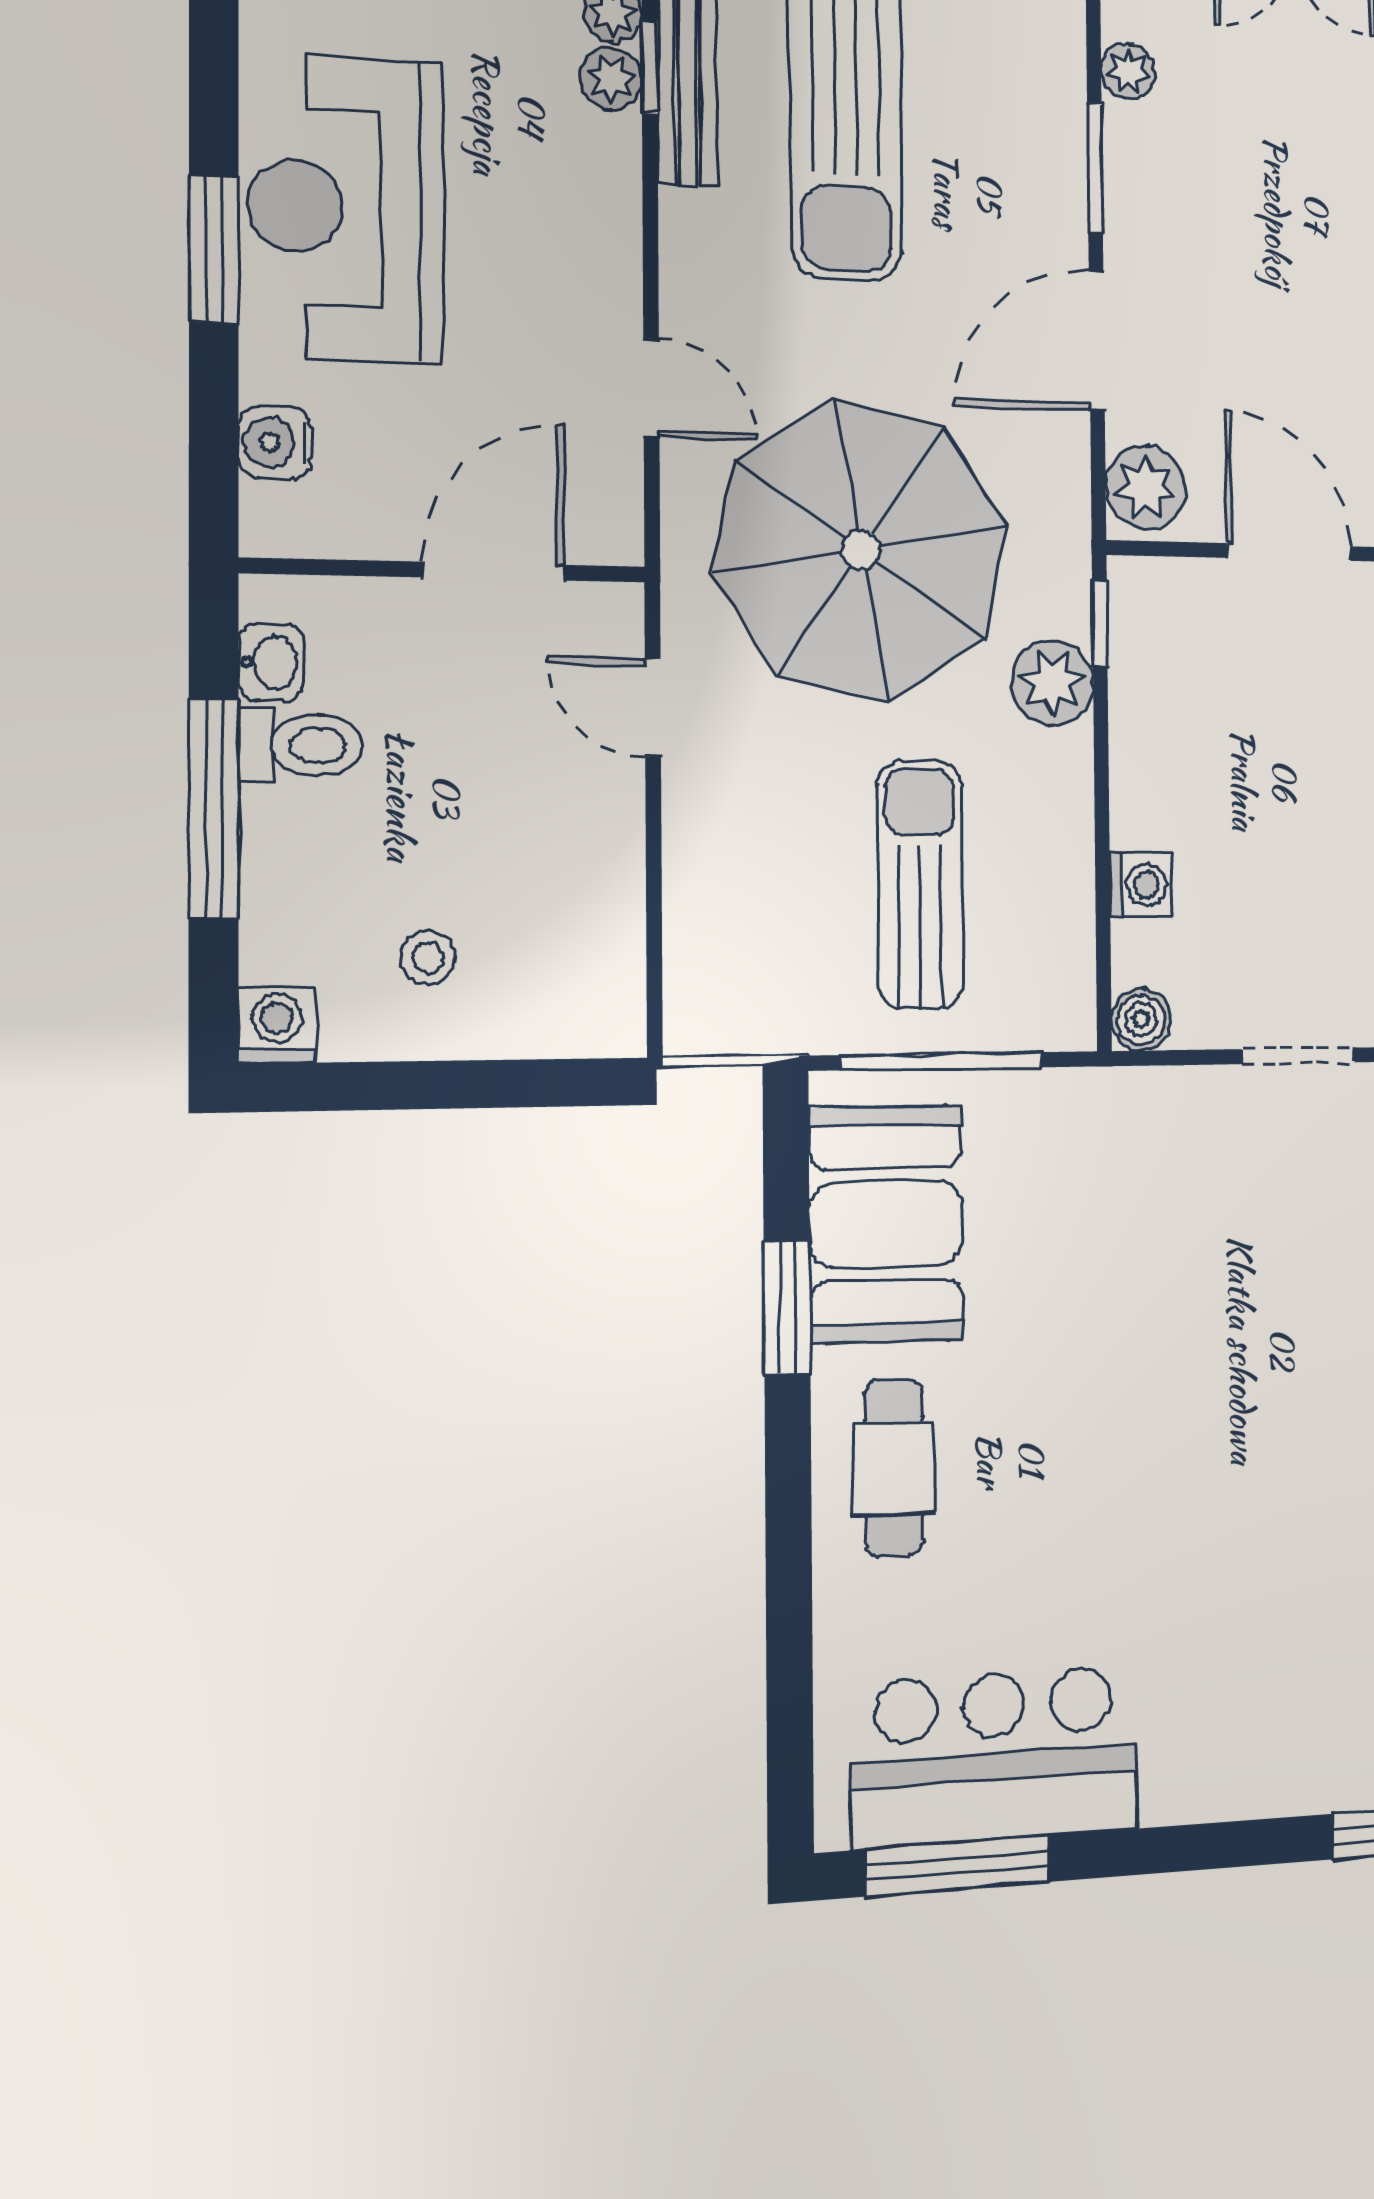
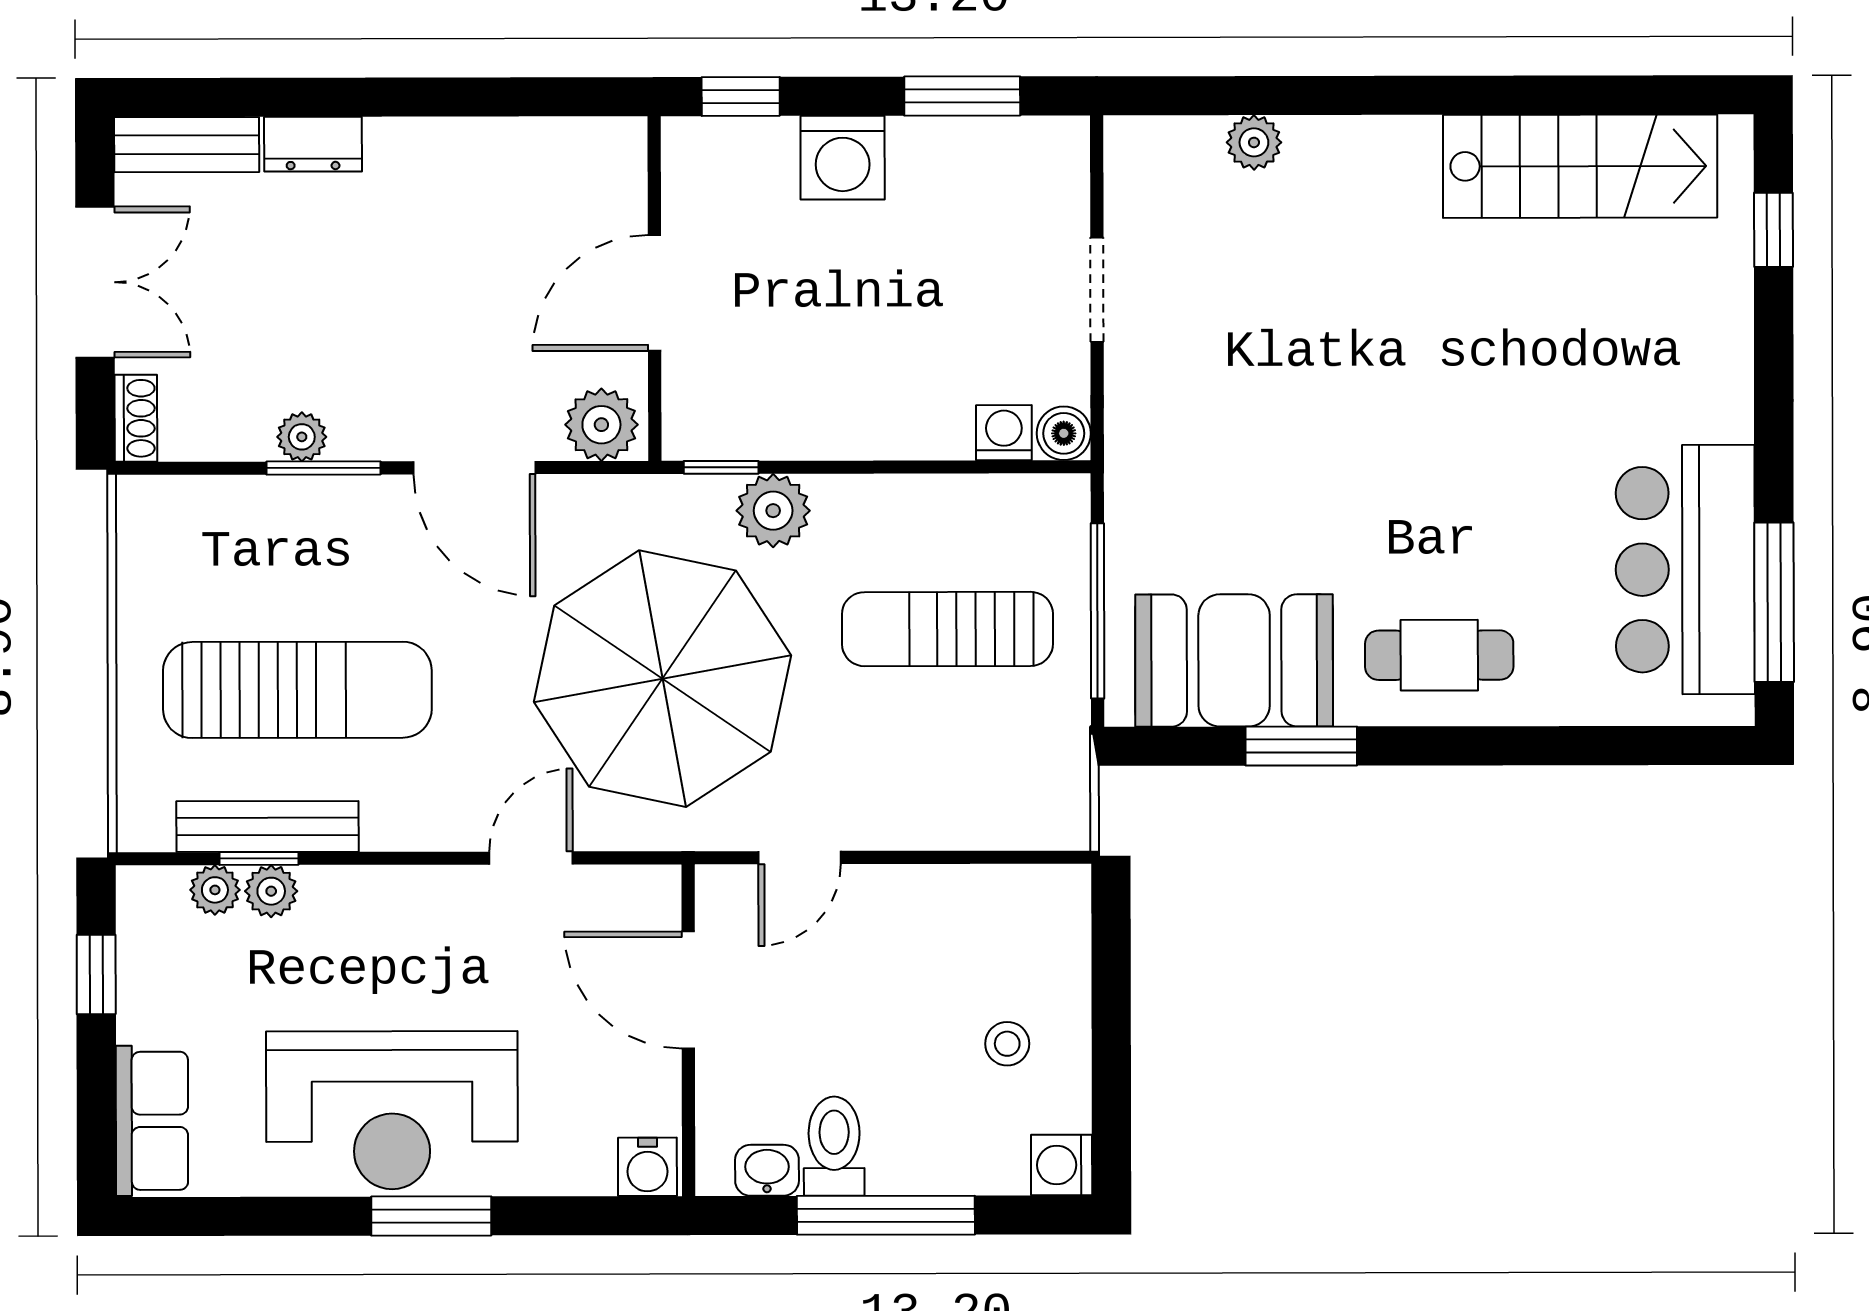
plant: (1128, 71) -> (302, 437), moved
water cooler: (275, 442) -> (647, 1167), moved
washing machine: (1140, 885) -> (1004, 433), moved

